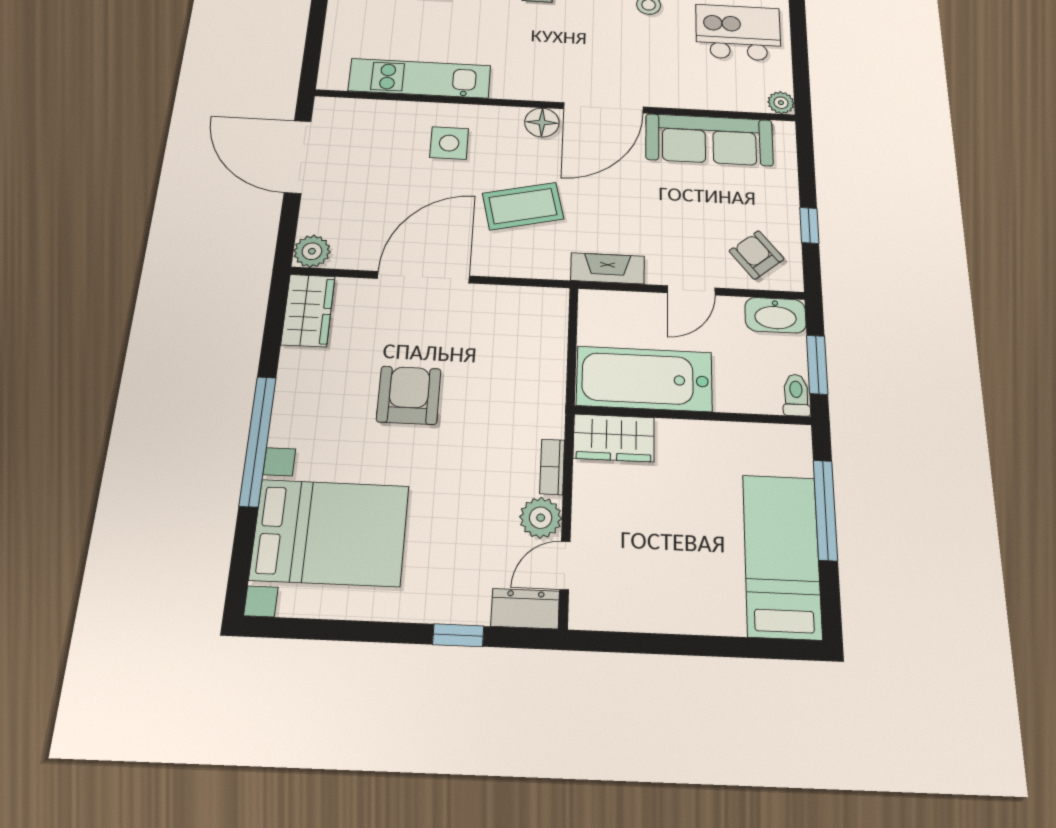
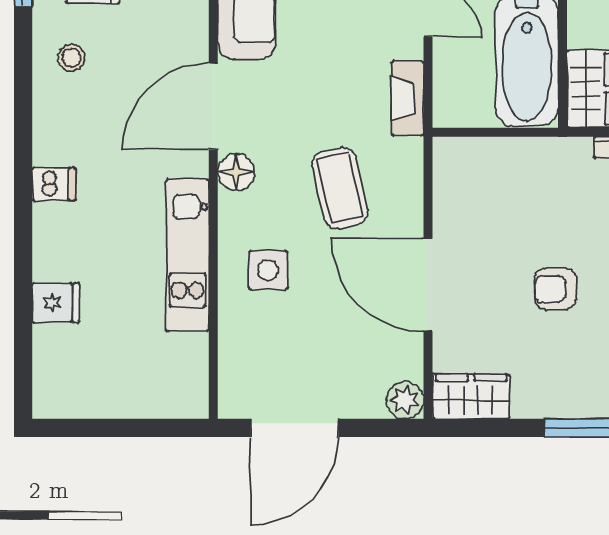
kitchen unit: (420, 78) -> (188, 255), moved
door: (603, 108) -> (213, 106), swing flipped
armchair: (409, 395) -> (556, 289), width x0.72, depth x0.72

